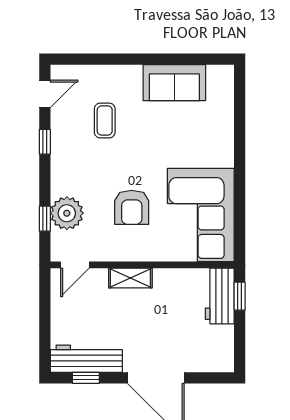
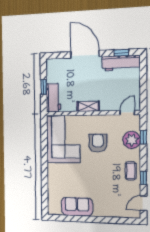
coffee table: (105, 121) -> (131, 171), moved
shelving: (130, 278) -> (88, 106), moved
window: (240, 296) -> (44, 87), moved

